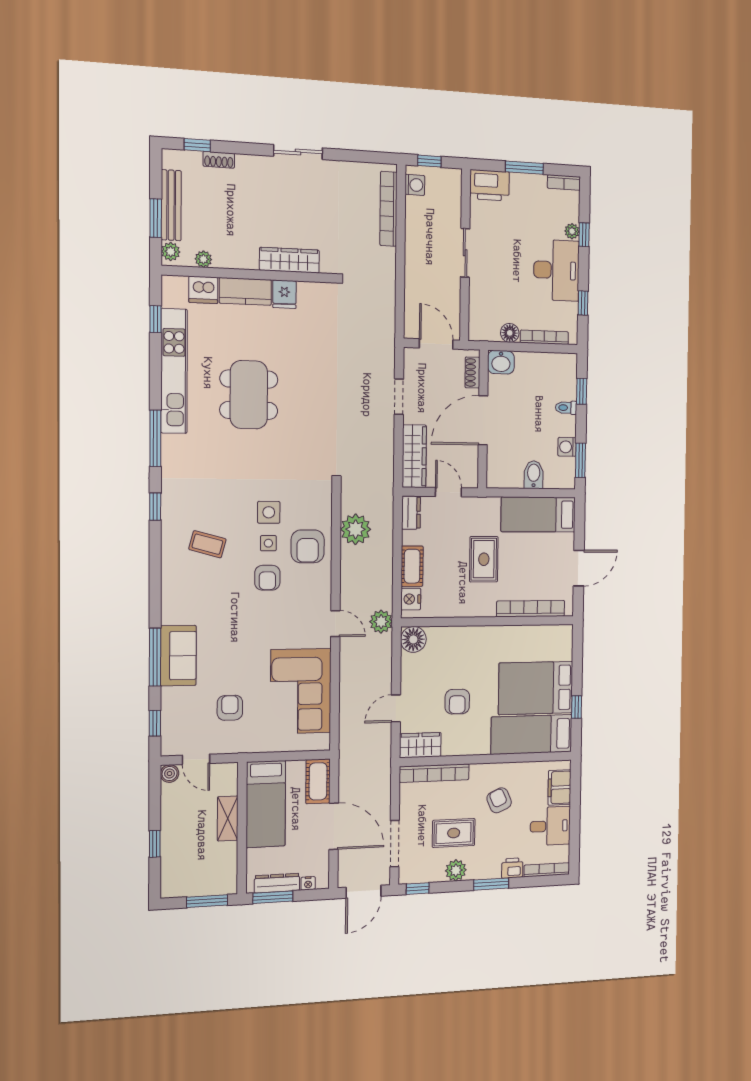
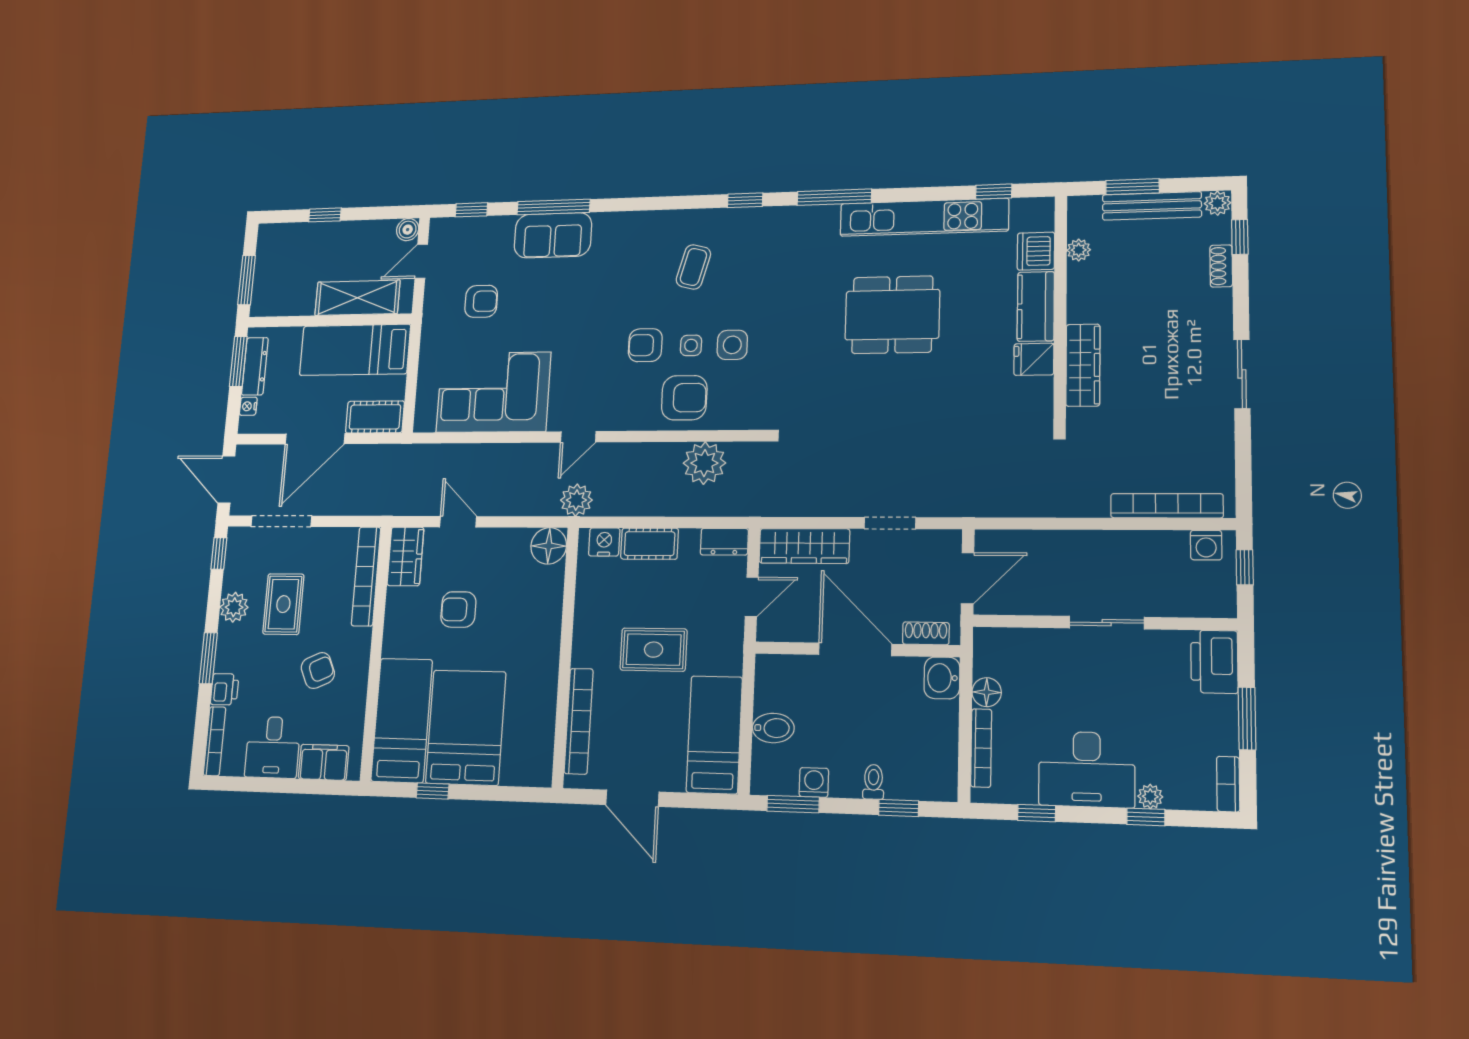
plant: (171, 252) -> (1217, 203), moved
armchair: (308, 546) -> (684, 398), turned 180
shelving: (228, 819) -> (357, 298), width x1.50, depth x1.33

